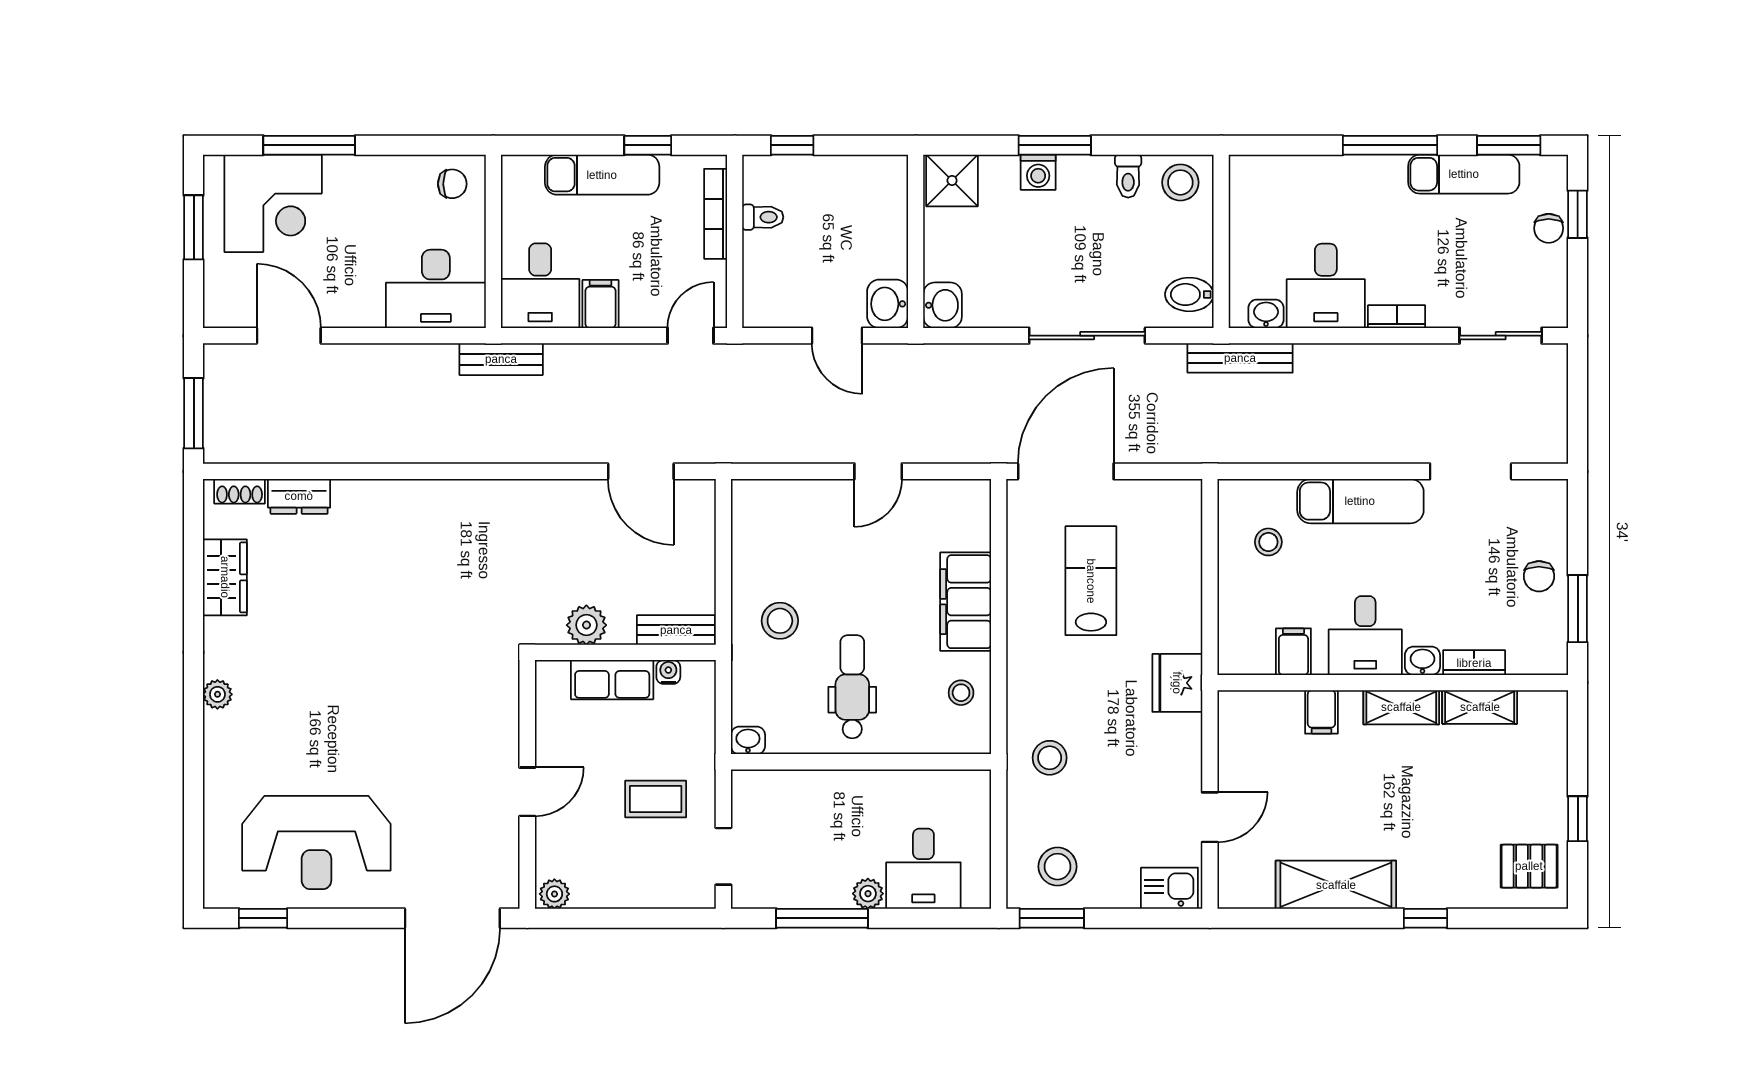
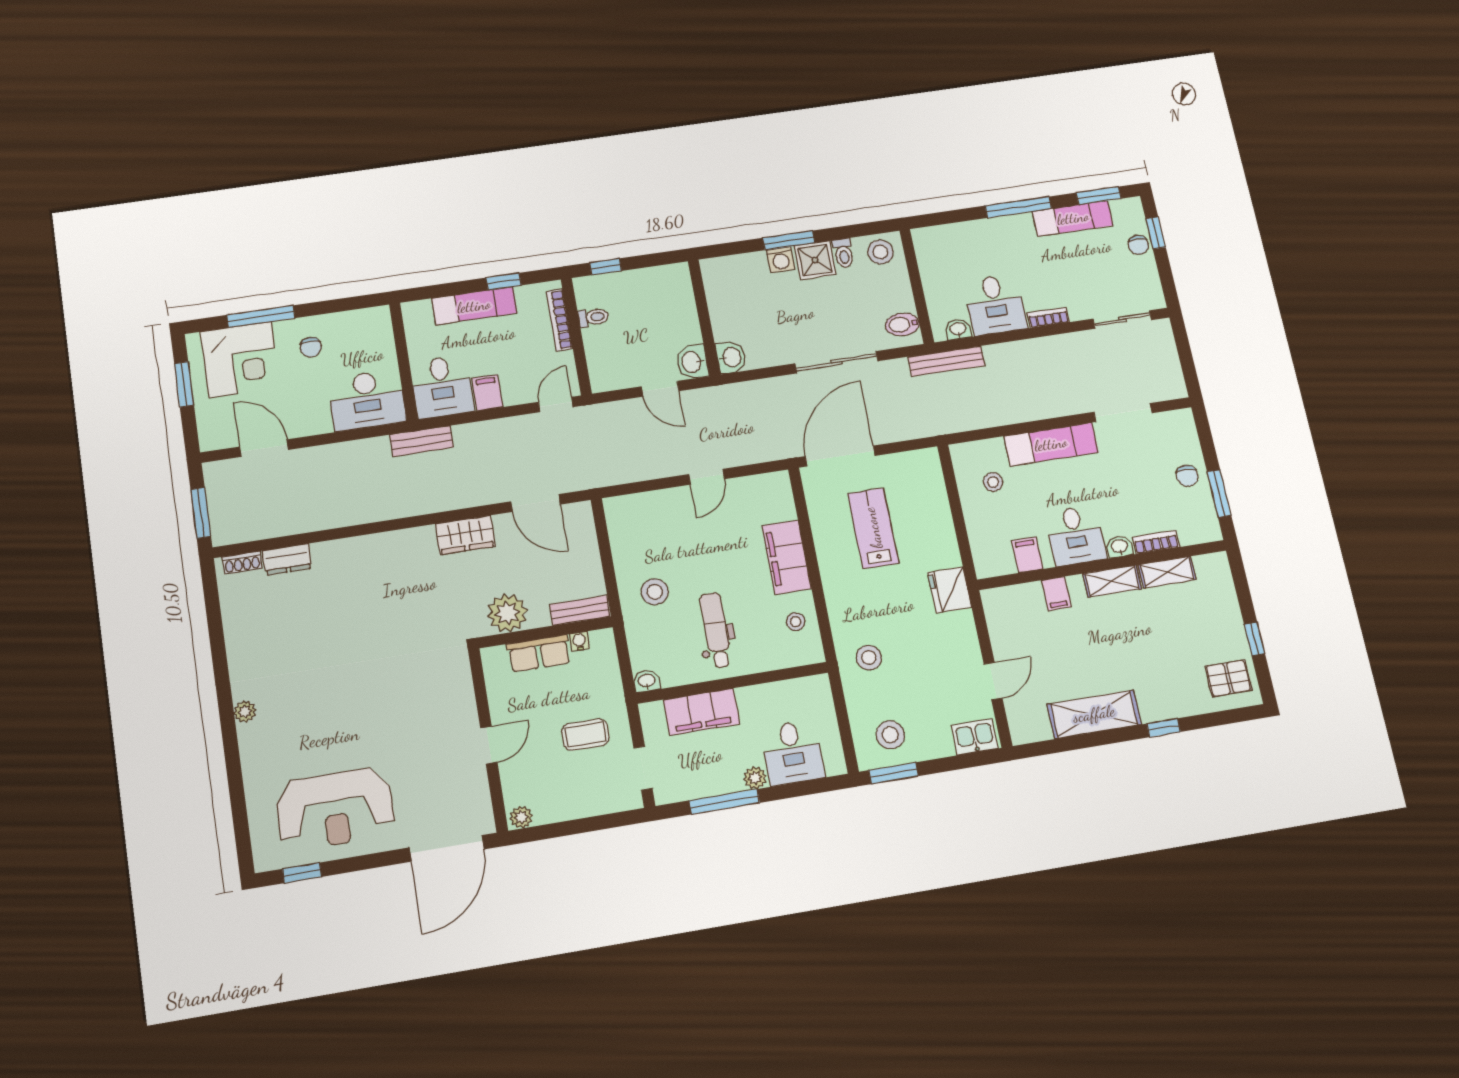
shower: (952, 180) -> (815, 260), moved
chair: (452, 184) -> (311, 347), moved, turned 90
wardrobe: (225, 577) -> (465, 535), moved, turned 90
plant: (586, 625) -> (507, 613), width x1.36, depth x1.36
filing cabinet: (813, 794) -> (701, 712), added

